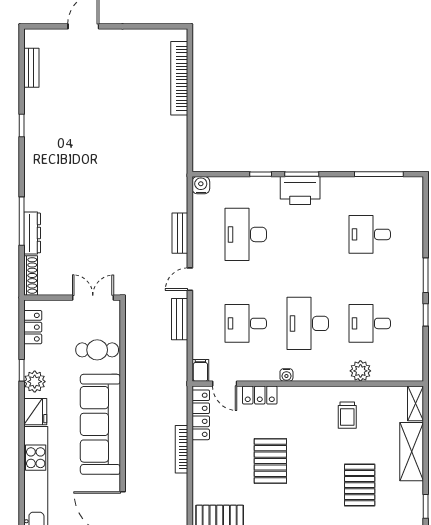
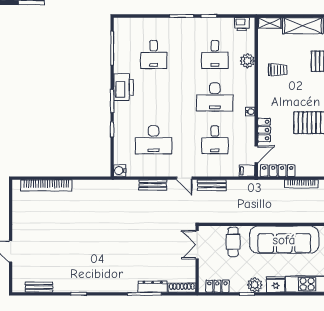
printer: (300, 191) -> (123, 87), moved
printer: (414, 363) -> (242, 24), added

